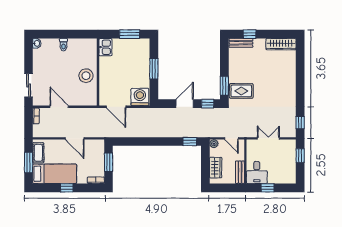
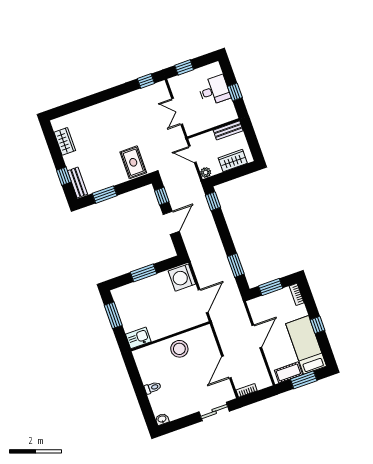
wardrobe: (281, 44) -> (65, 141), width x0.67
window: (224, 86) -> (105, 195), moved
door: (185, 104) -> (171, 223), swing flipped
door: (231, 138) -> (192, 154), swing flipped
window: (135, 142) -> (236, 265), added
desk: (257, 172) -> (214, 90), moved

